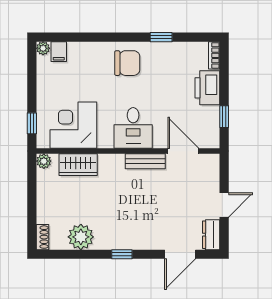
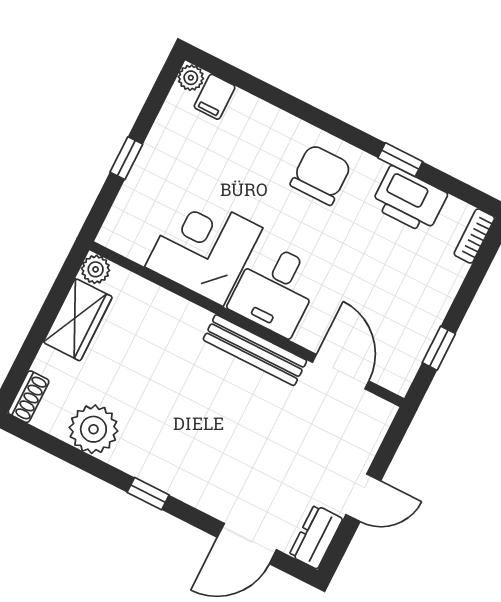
chair: (127, 63) -> (321, 175), turned -90
printer: (207, 88) -> (409, 200), moved, turned -90
window: (32, 123) -> (126, 158), moved
corner desk: (73, 125) -> (204, 247), moved
bench: (145, 161) -> (255, 350), width x1.36
wardrobe: (78, 165) -> (78, 320), moved, turned -90

